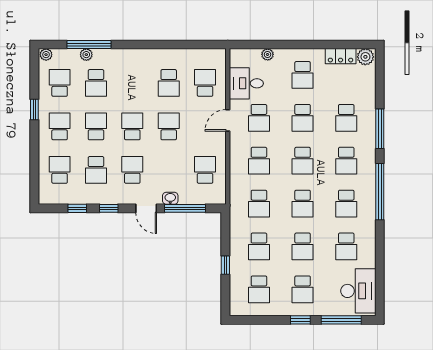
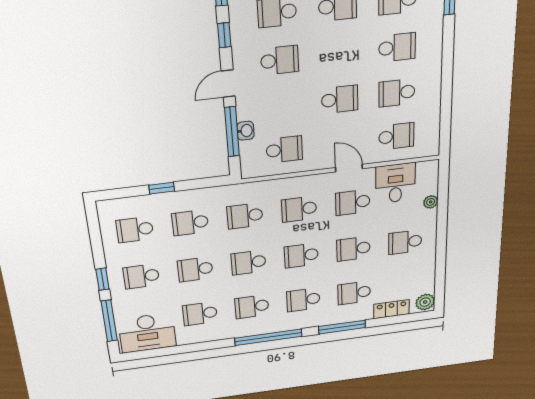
locker: (341, 56) -> (391, 309), moved, turned 90
school desk: (132, 126) -> (397, 47), moved
washbasin: (170, 198) -> (245, 131), moved

